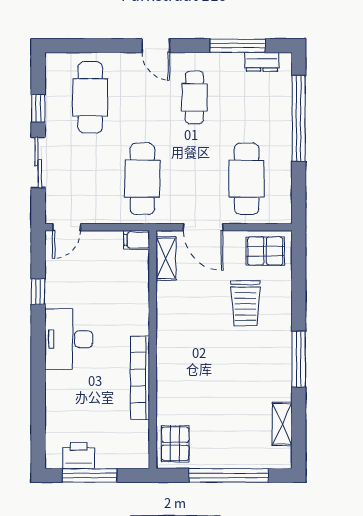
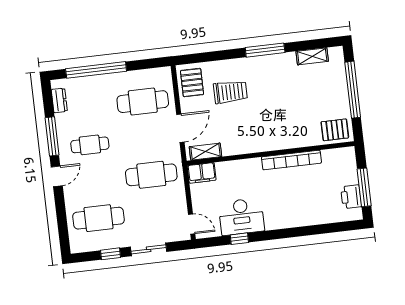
window: (238, 46) -> (52, 136), moved
filing cabinet: (137, 240) -> (202, 173), width x2.00
desk: (69, 339) -> (241, 217), moved

